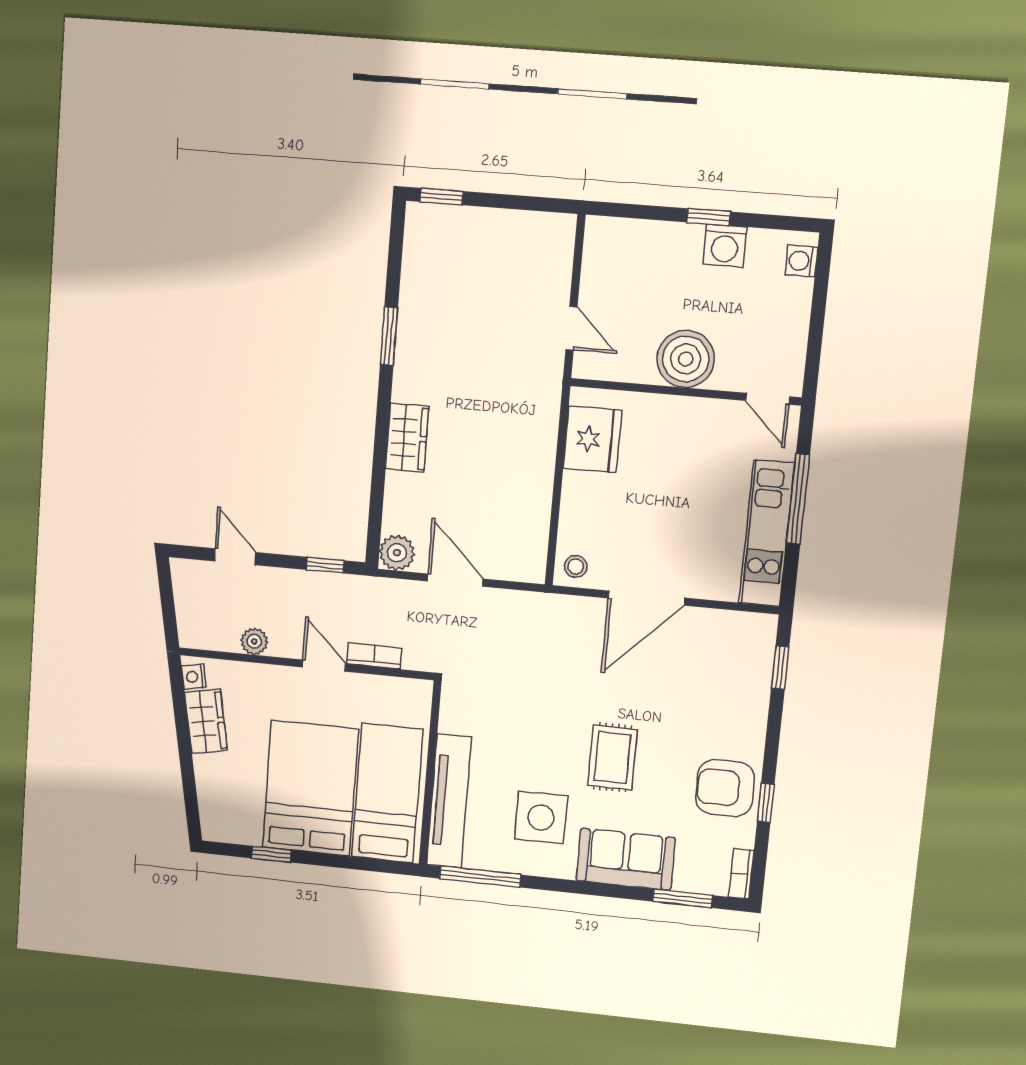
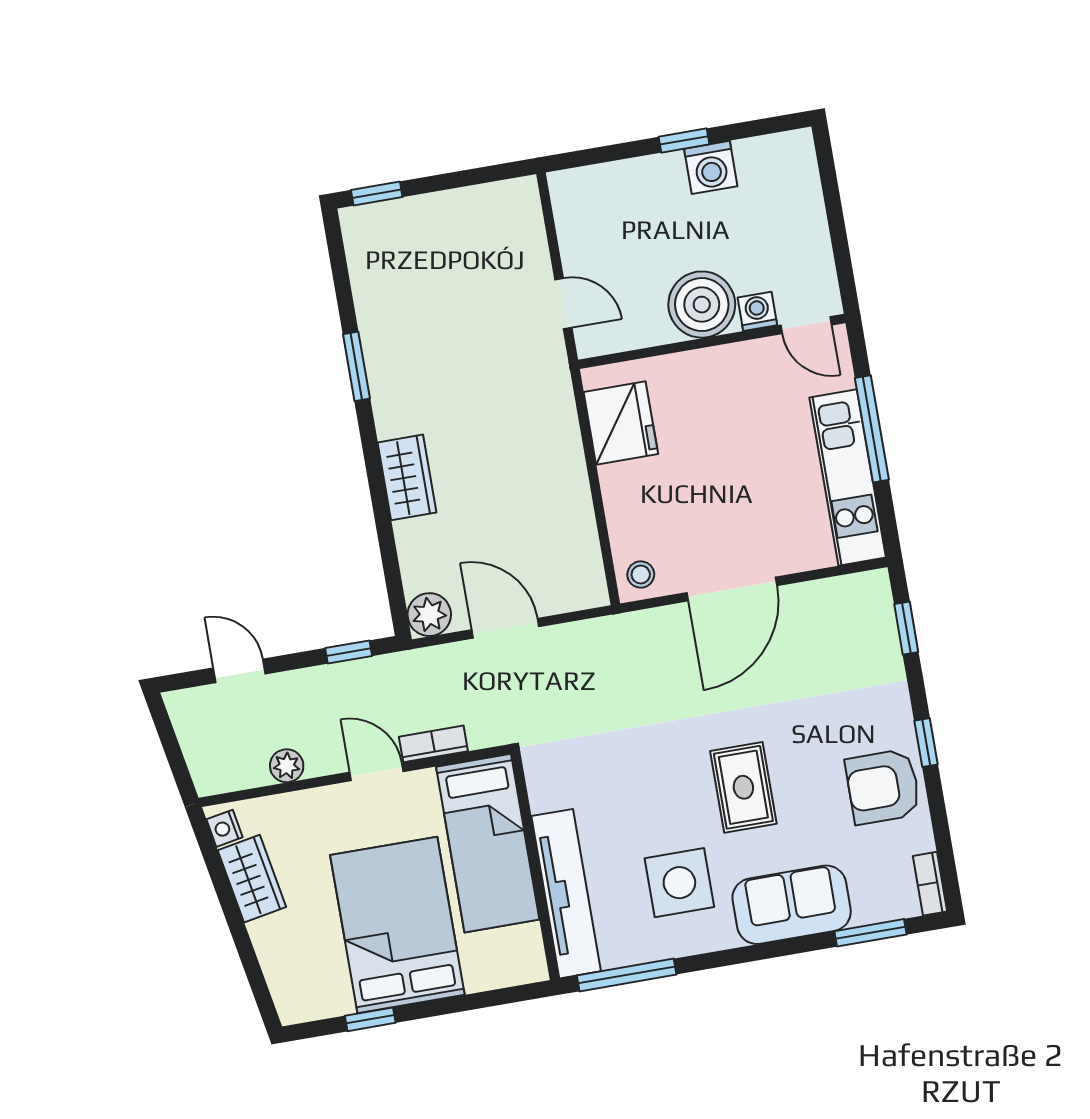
washing machine: (801, 261) -> (757, 311), moved, turned 90
bed: (387, 793) -> (488, 843), moved, turned 180
window: (766, 803) -> (926, 743), moved

